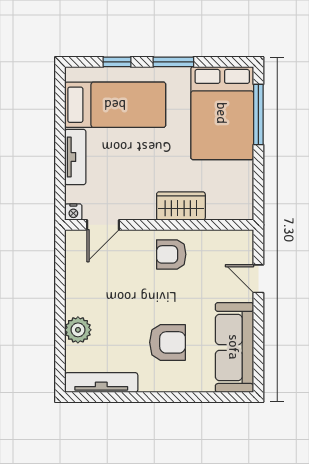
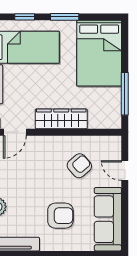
window: (258, 115) -> (125, 94), moved
wardrobe: (181, 206) -> (61, 119), width x1.50
armchair: (171, 254) -> (79, 166), moved, turned 139

